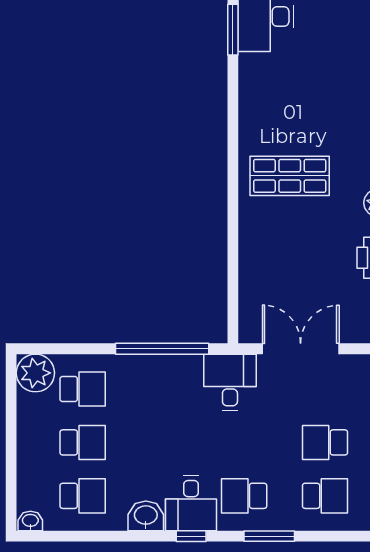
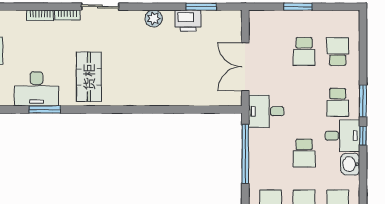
shop shelf: (290, 176) -> (89, 77), moved
school desk: (163, 442) -> (304, 153), added
window: (269, 536) -> (363, 101), moved

